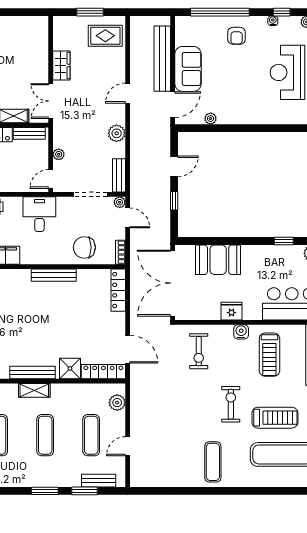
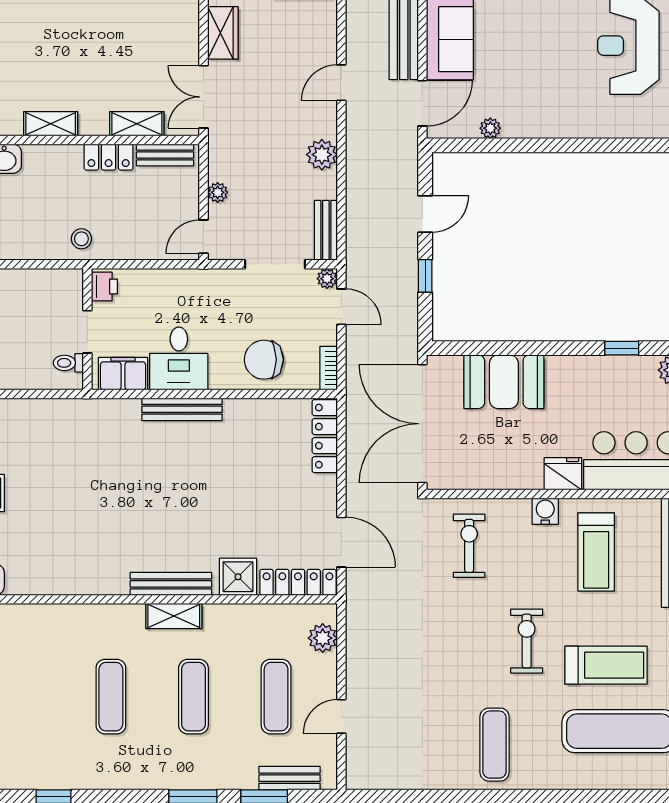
desk: (39, 214) -> (179, 359), moved, turned 180
bench: (54, 275) -> (182, 409), moved
fridge: (232, 311) -> (563, 474), moved
exercise bike: (199, 351) -> (469, 546), turned 180

